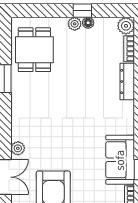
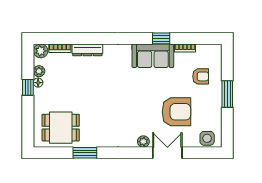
plant: (75, 24) -> (39, 71), moved

